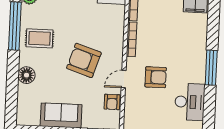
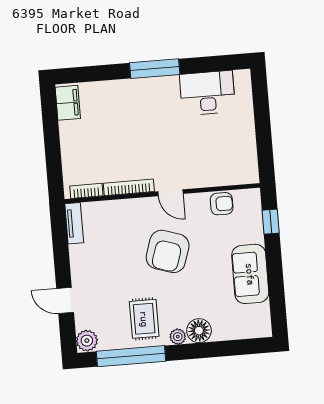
plant: (24, 60) -> (178, 337), added
armchair: (156, 77) -> (178, 146), removed
door: (124, 79) -> (170, 193), moved

